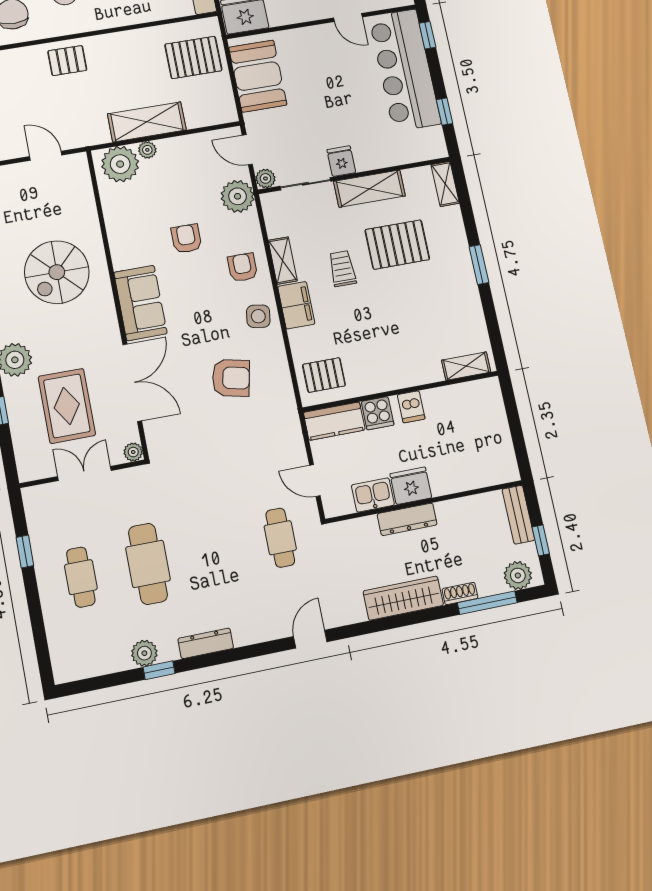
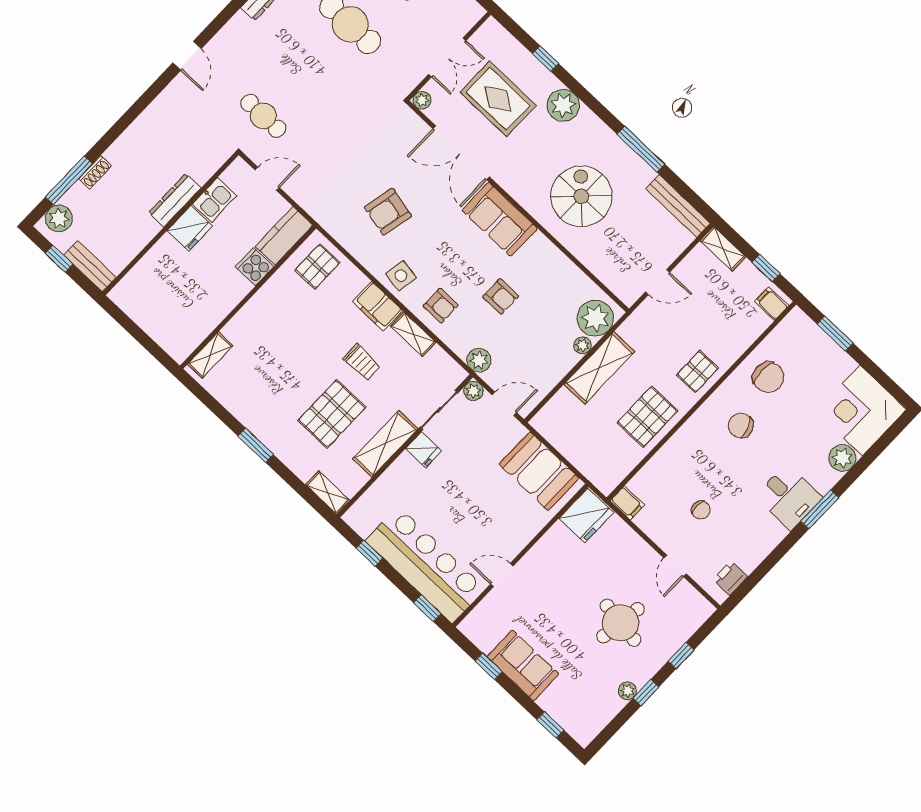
pallet: (193, 57) -> (647, 417), moved
plant: (238, 196) -> (479, 360), width x0.73, depth x0.73
dishwasher: (411, 407) -> (232, 291), removed
wardrobe: (403, 598) -> (137, 137), removed

